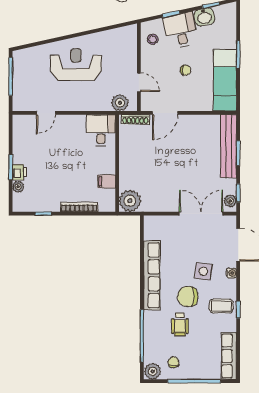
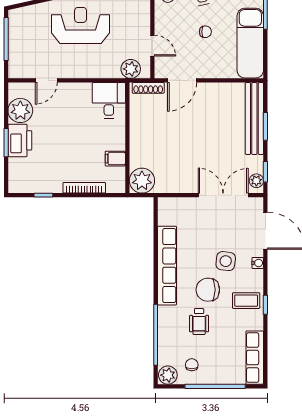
printer: (19, 172) -> (20, 140), width x1.87, depth x1.48
plant: (18, 187) -> (20, 110), moved, width x1.87, depth x1.87

